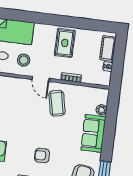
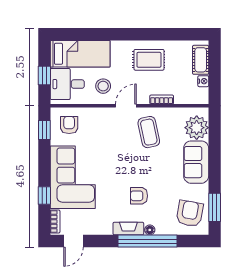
rug: (65, 43) -> (149, 60), turned 90
door: (41, 79) -> (126, 106), swing flipped
plant: (101, 110) -> (197, 128), width x1.88, depth x1.88

